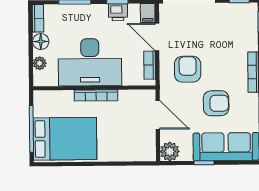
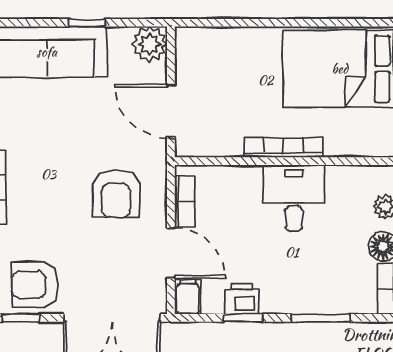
desk: (90, 62) -> (294, 198), width x0.53, depth x0.77
armchair: (216, 103) -> (35, 285), moved

